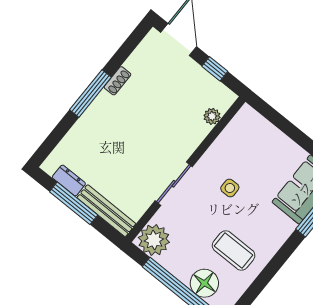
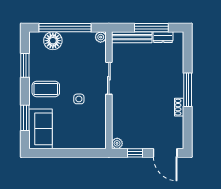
plant: (212, 116) -> (117, 143), moved
plant: (154, 240) -> (101, 37), width x0.53, depth x0.53
coffee table: (234, 250) -> (46, 89), moved
window: (262, 281) -> (25, 65), added

